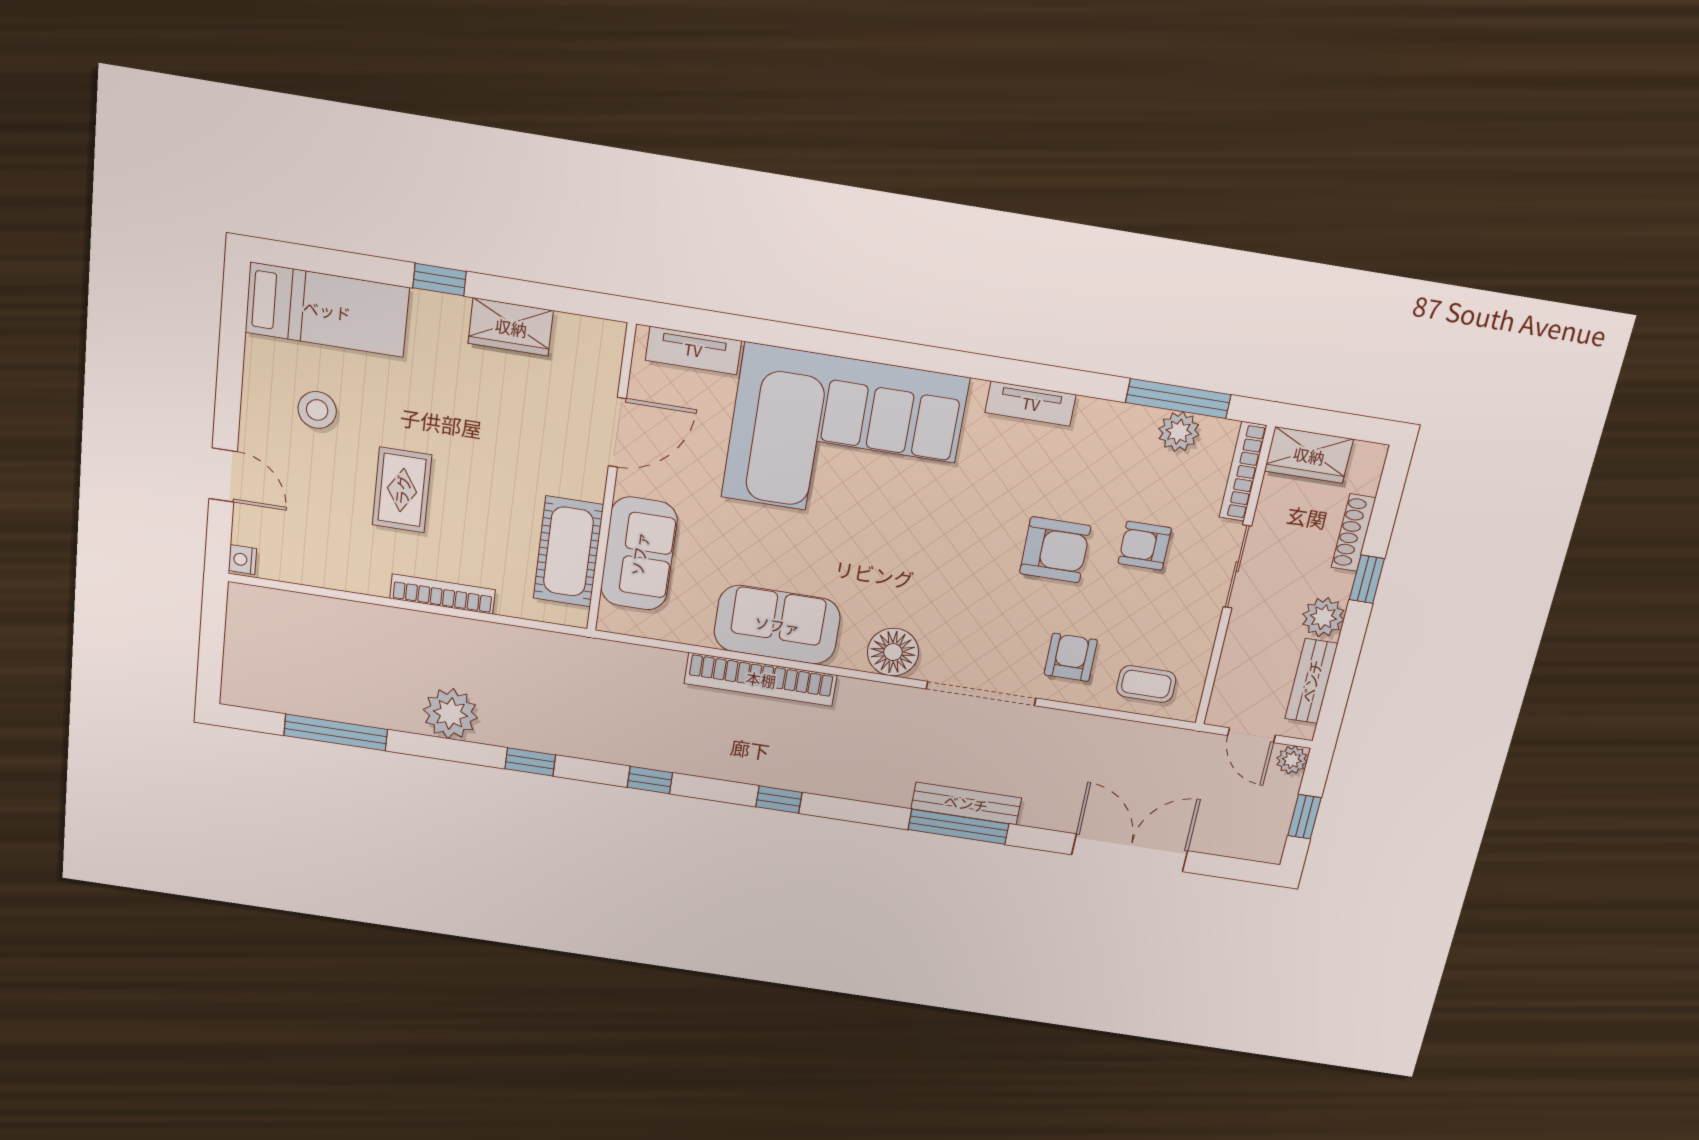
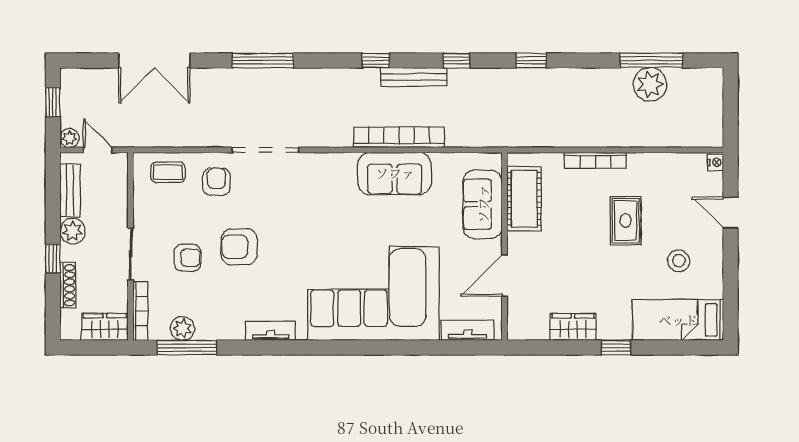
floor lamp: (893, 652) -> (323, 168), removed
armchair: (1071, 657) -> (216, 182), turned 180
plant: (450, 714) -> (650, 84), moved
bench: (966, 803) -> (414, 77), moved

